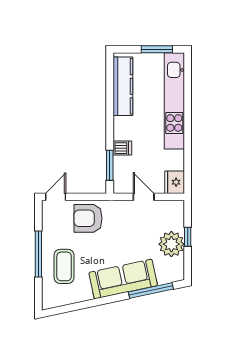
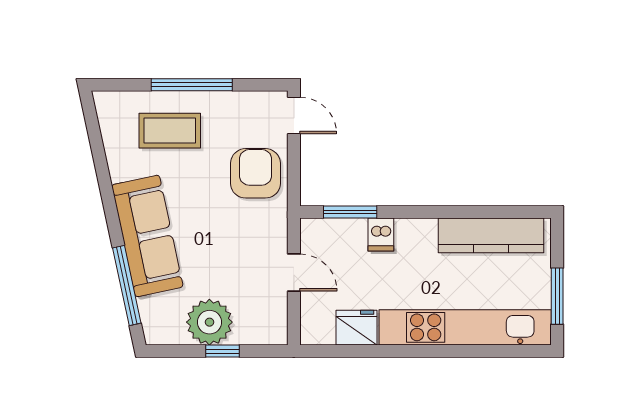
fridge: (175, 182) -> (357, 328), moved
door: (144, 197) -> (294, 273), hinge flipped

